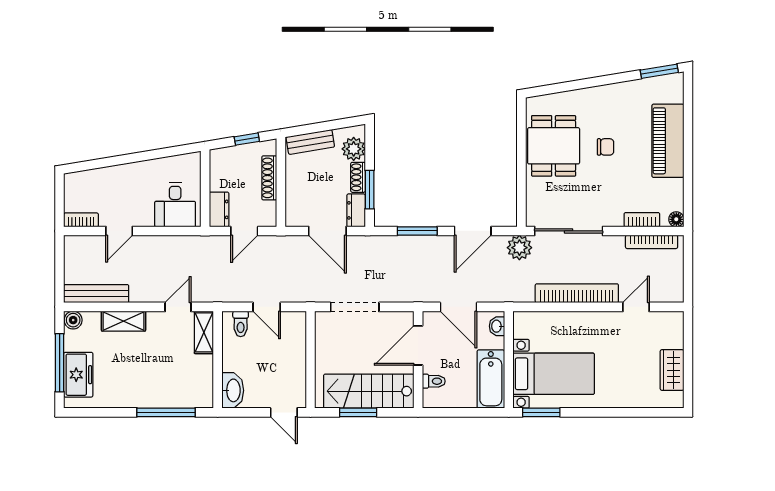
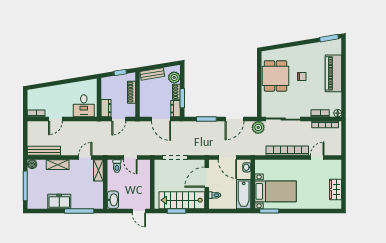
freezer: (78, 375) -> (59, 201), moved, turned -90

